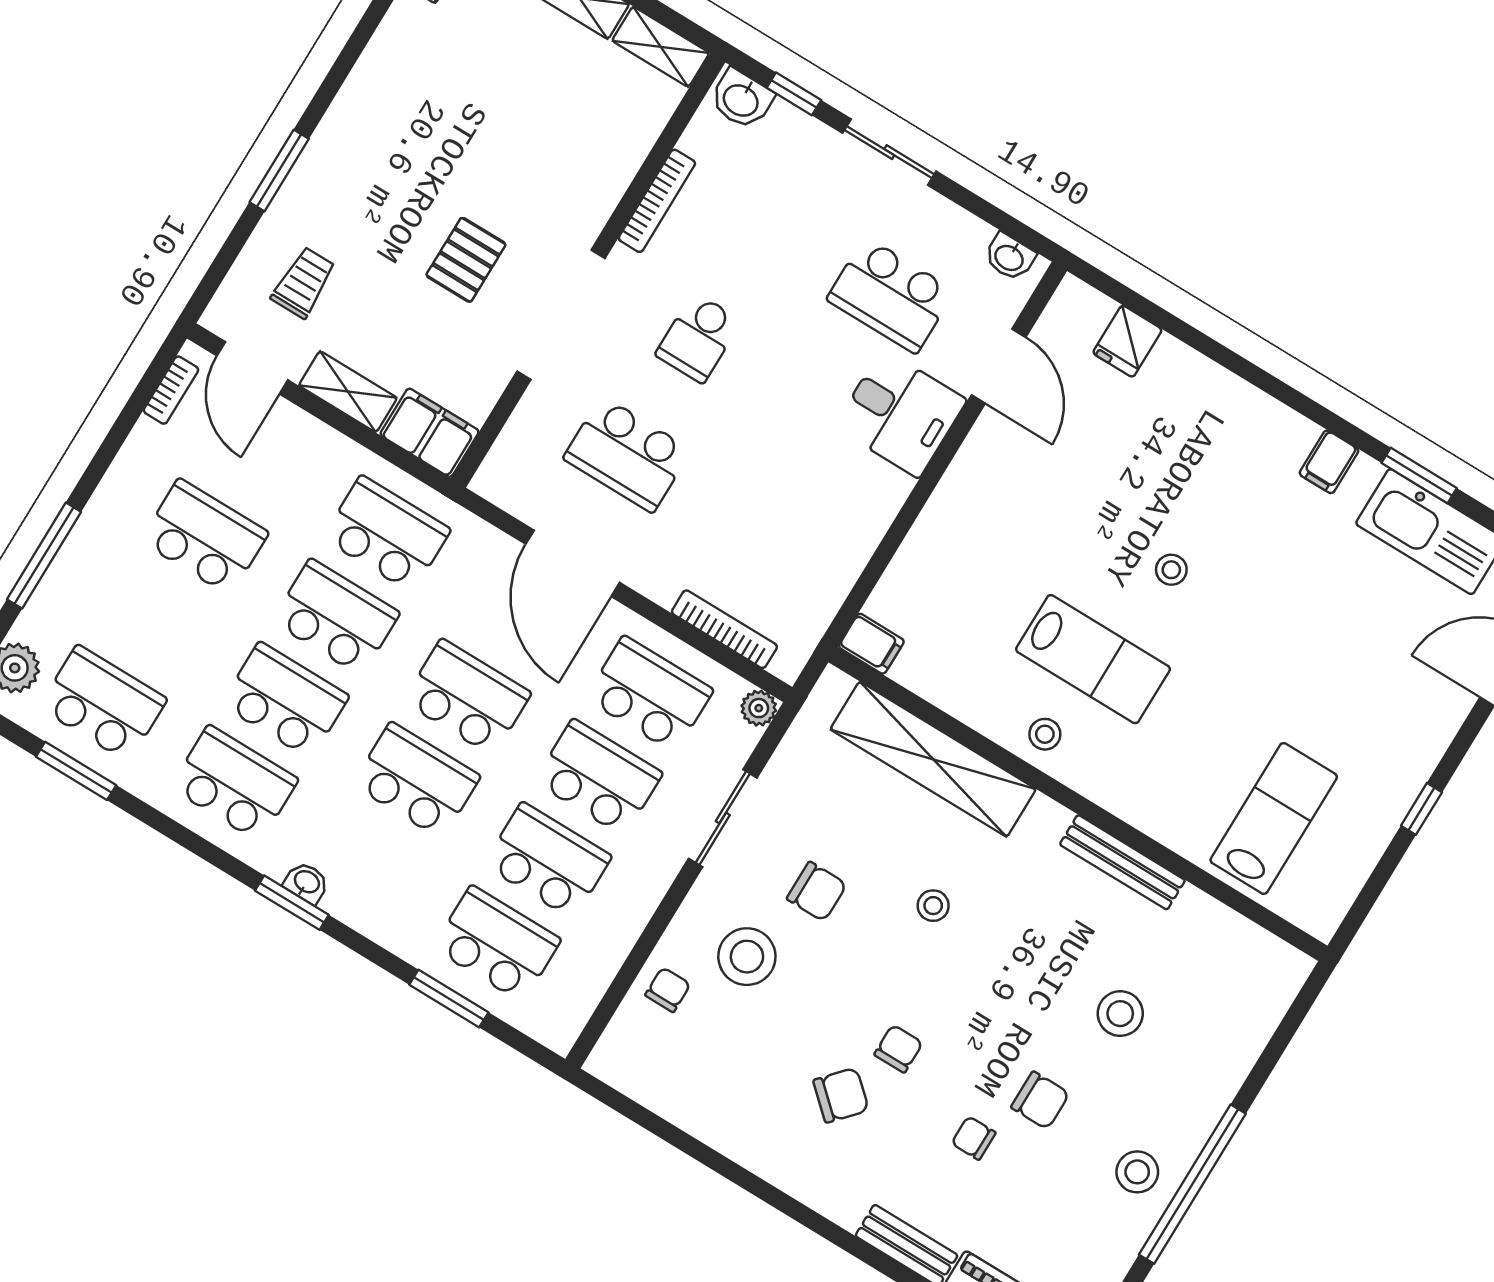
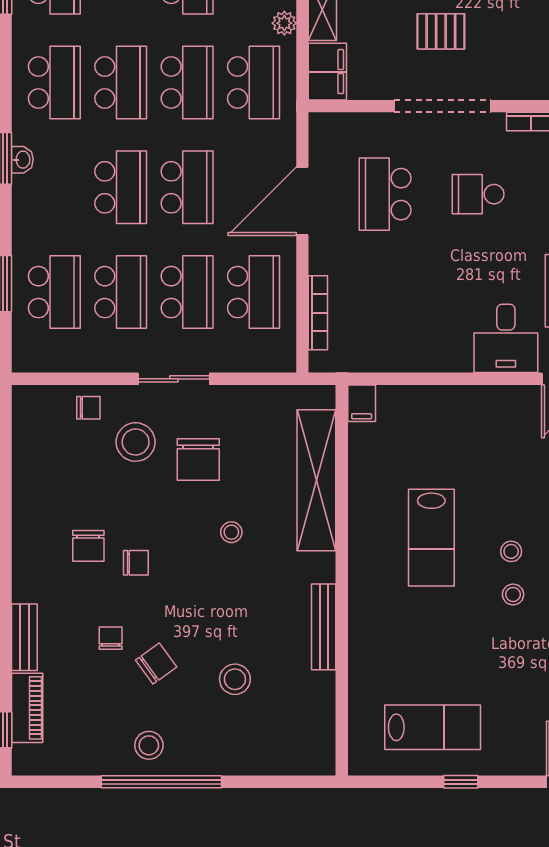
plant: (759, 708) -> (284, 23), moved
stool: (1045, 734) -> (513, 594), moved
sliding door: (723, 818) -> (174, 379), moved
lab bench: (1274, 818) -> (433, 727), moved
chair: (817, 891) -> (198, 459), width x1.37, depth x1.37
chair: (841, 1095) -> (88, 546), turned 48
chair: (1040, 1100) -> (156, 664), turned -126

